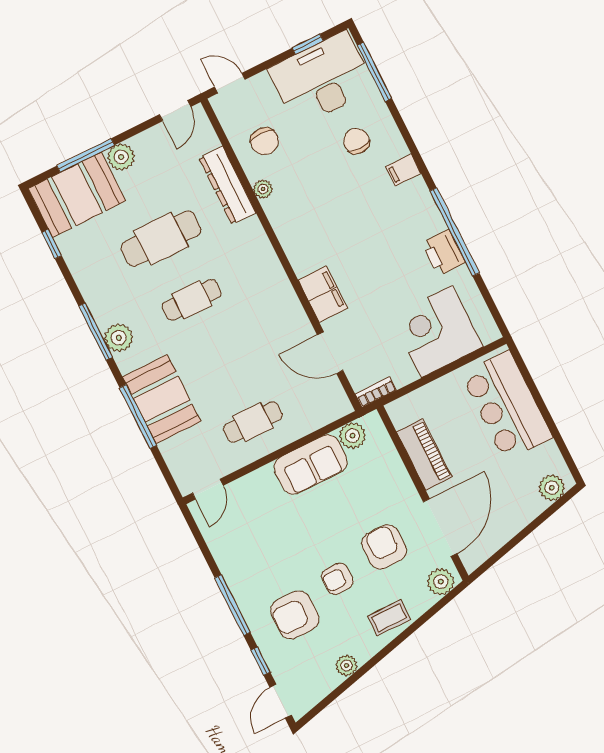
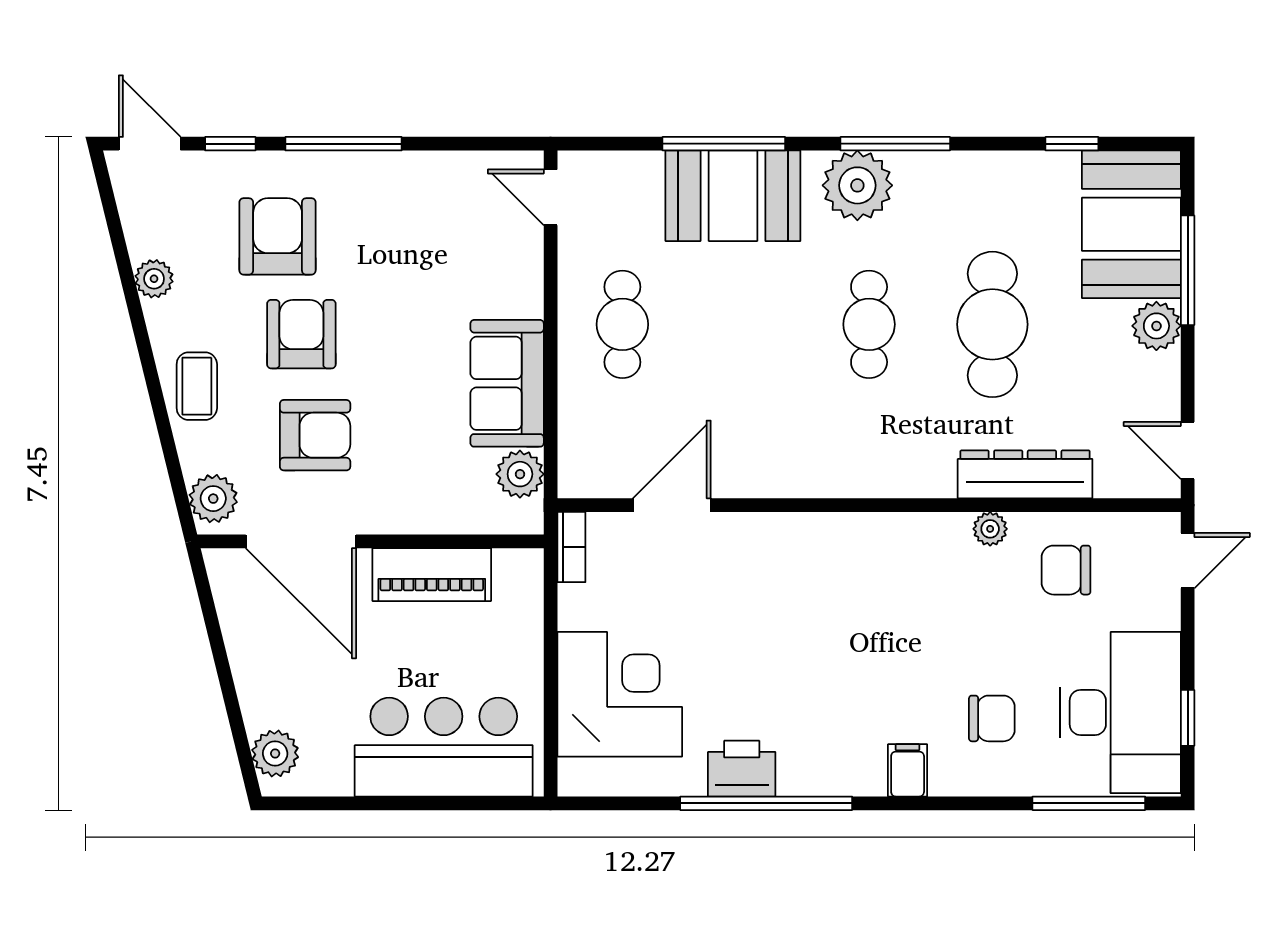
filing cabinet: (323, 294) -> (772, 541), removed
plant: (119, 338) -> (857, 185), width x1.36, depth x1.36
armchair: (337, 579) -> (301, 334), width x1.38, depth x1.38

